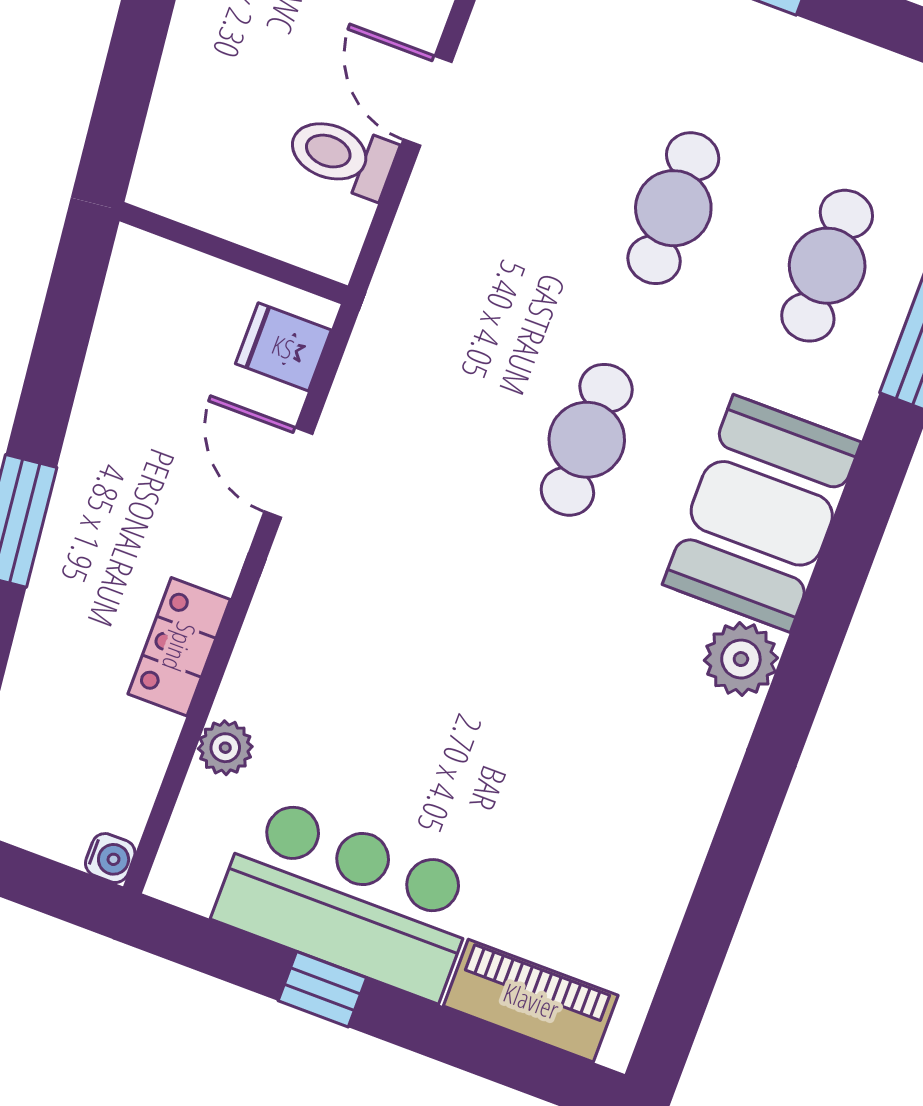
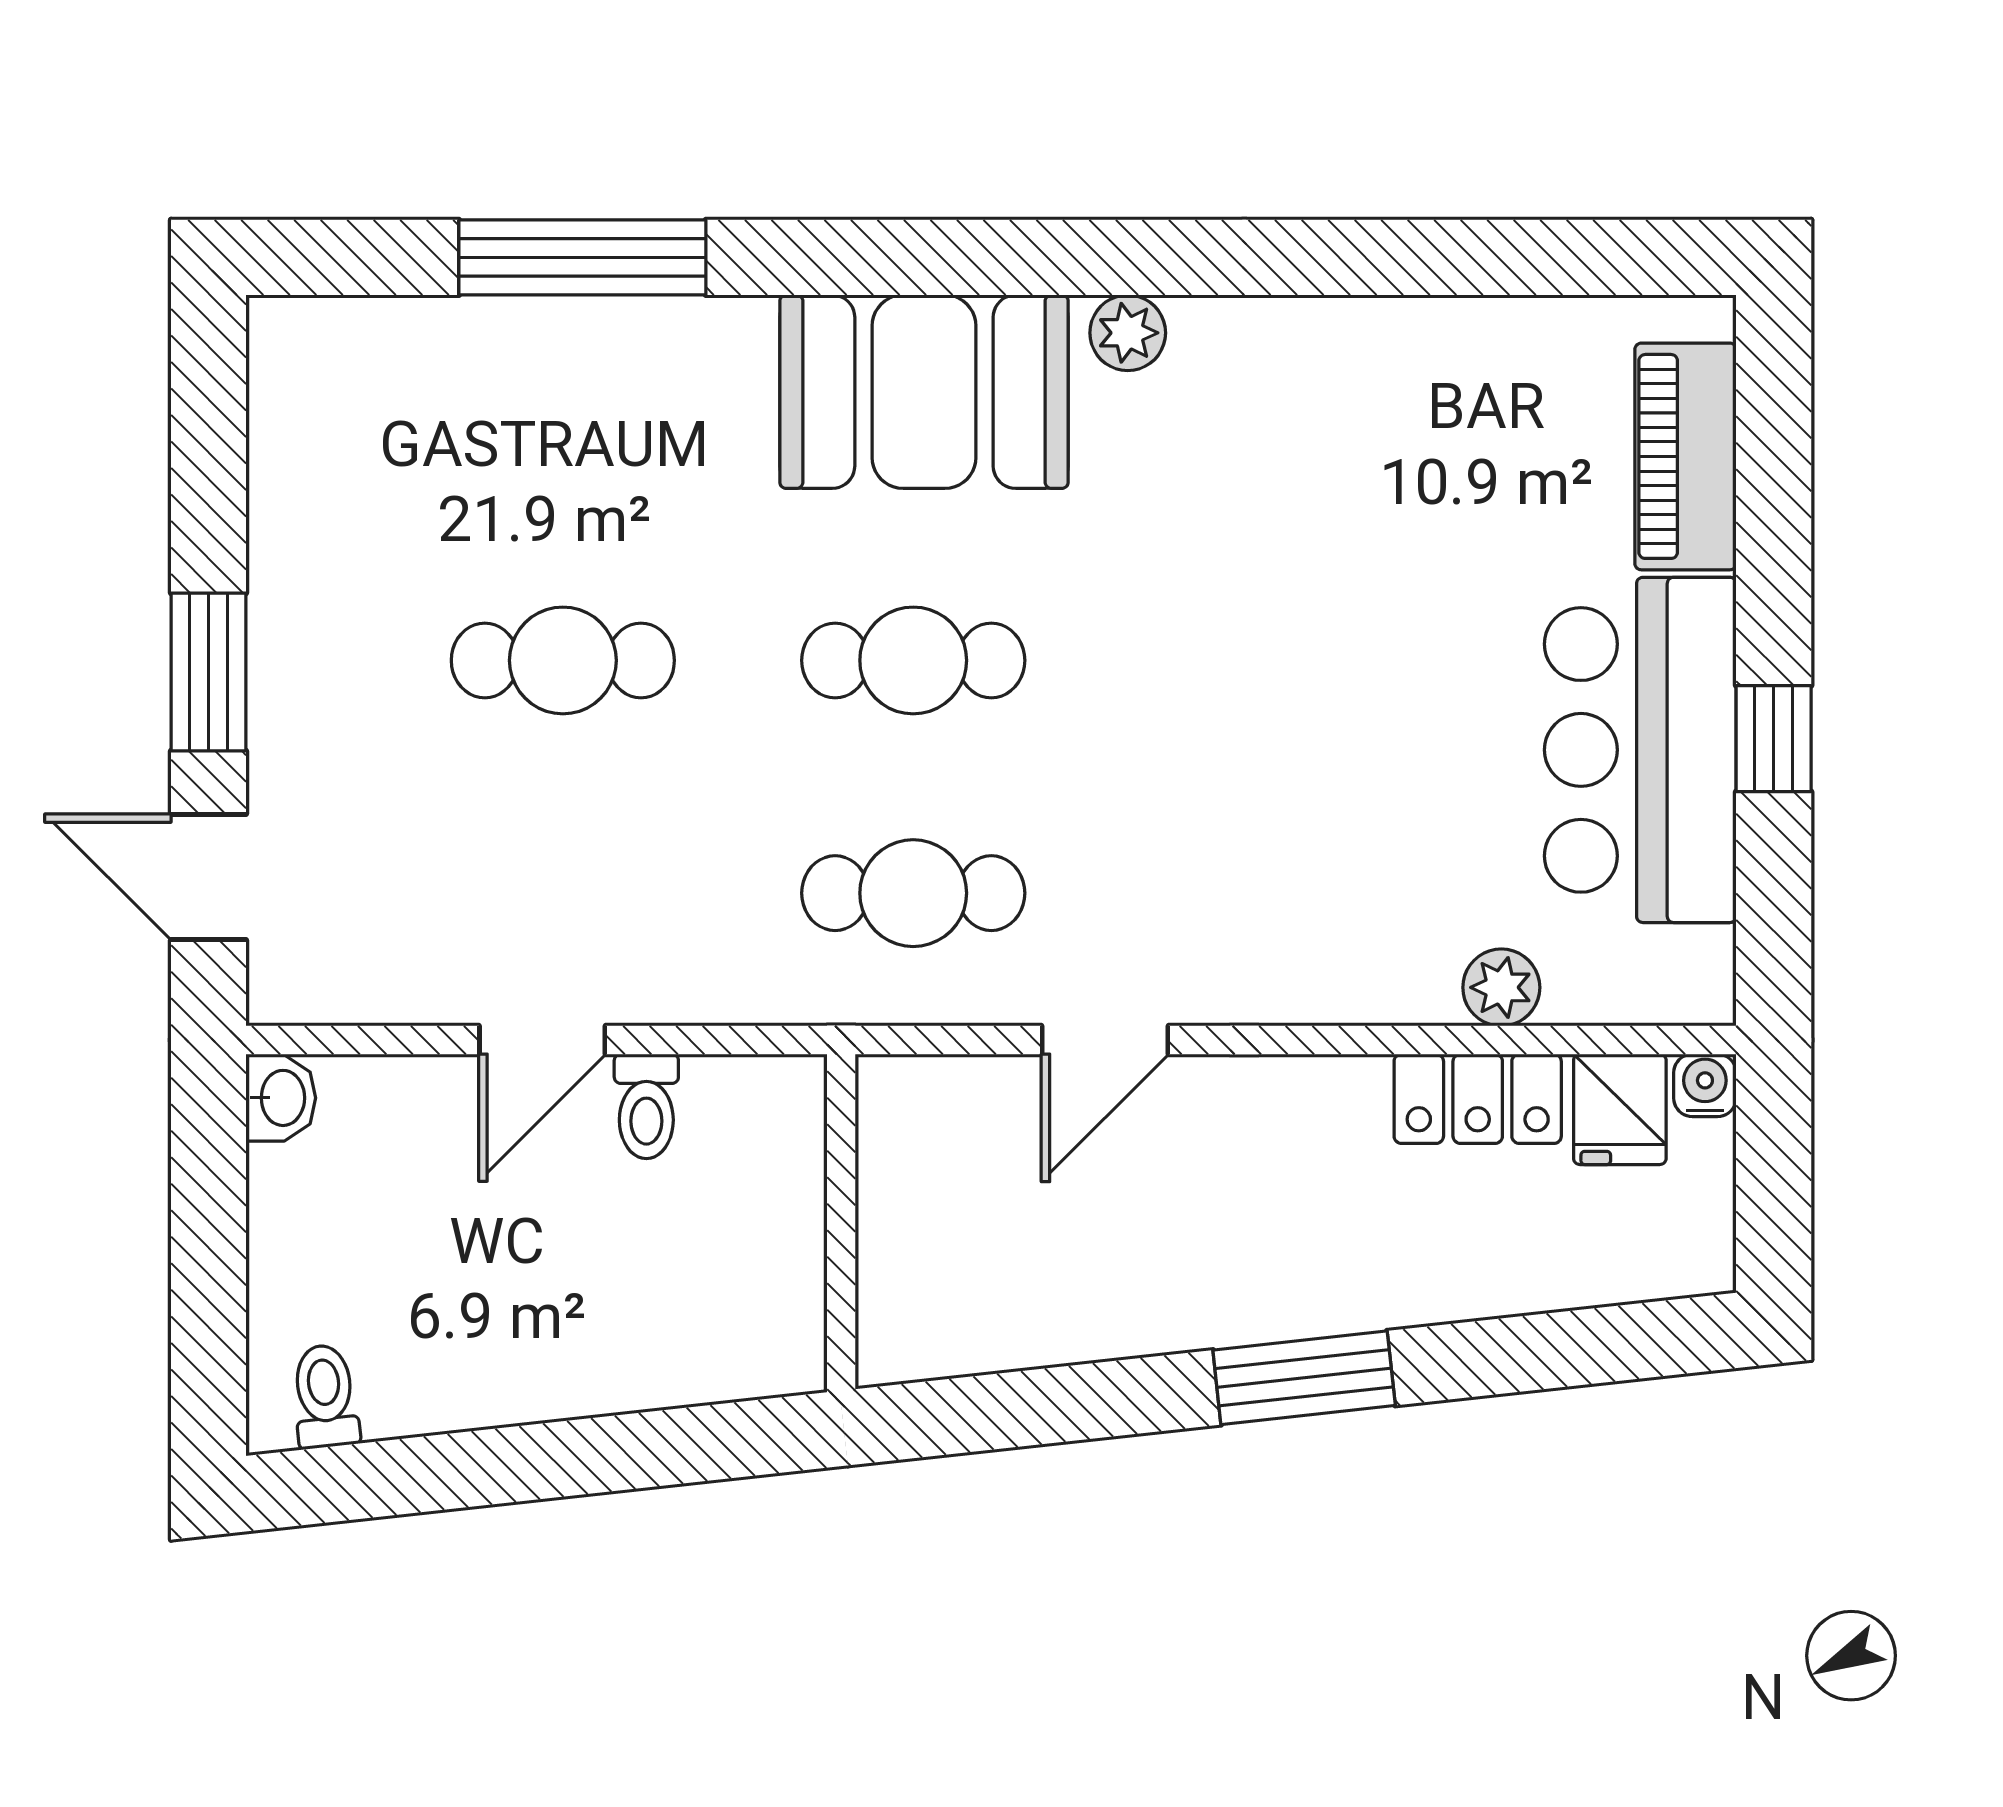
toilet: (342, 156) -> (646, 1106), width x0.73, depth x0.72
cafe table: (827, 266) -> (913, 893), moved
fridge: (283, 347) -> (1620, 1109), moved
locker: (179, 647) -> (1478, 1099), moved
plant: (741, 659) -> (1128, 333), width x0.73, depth x0.73

